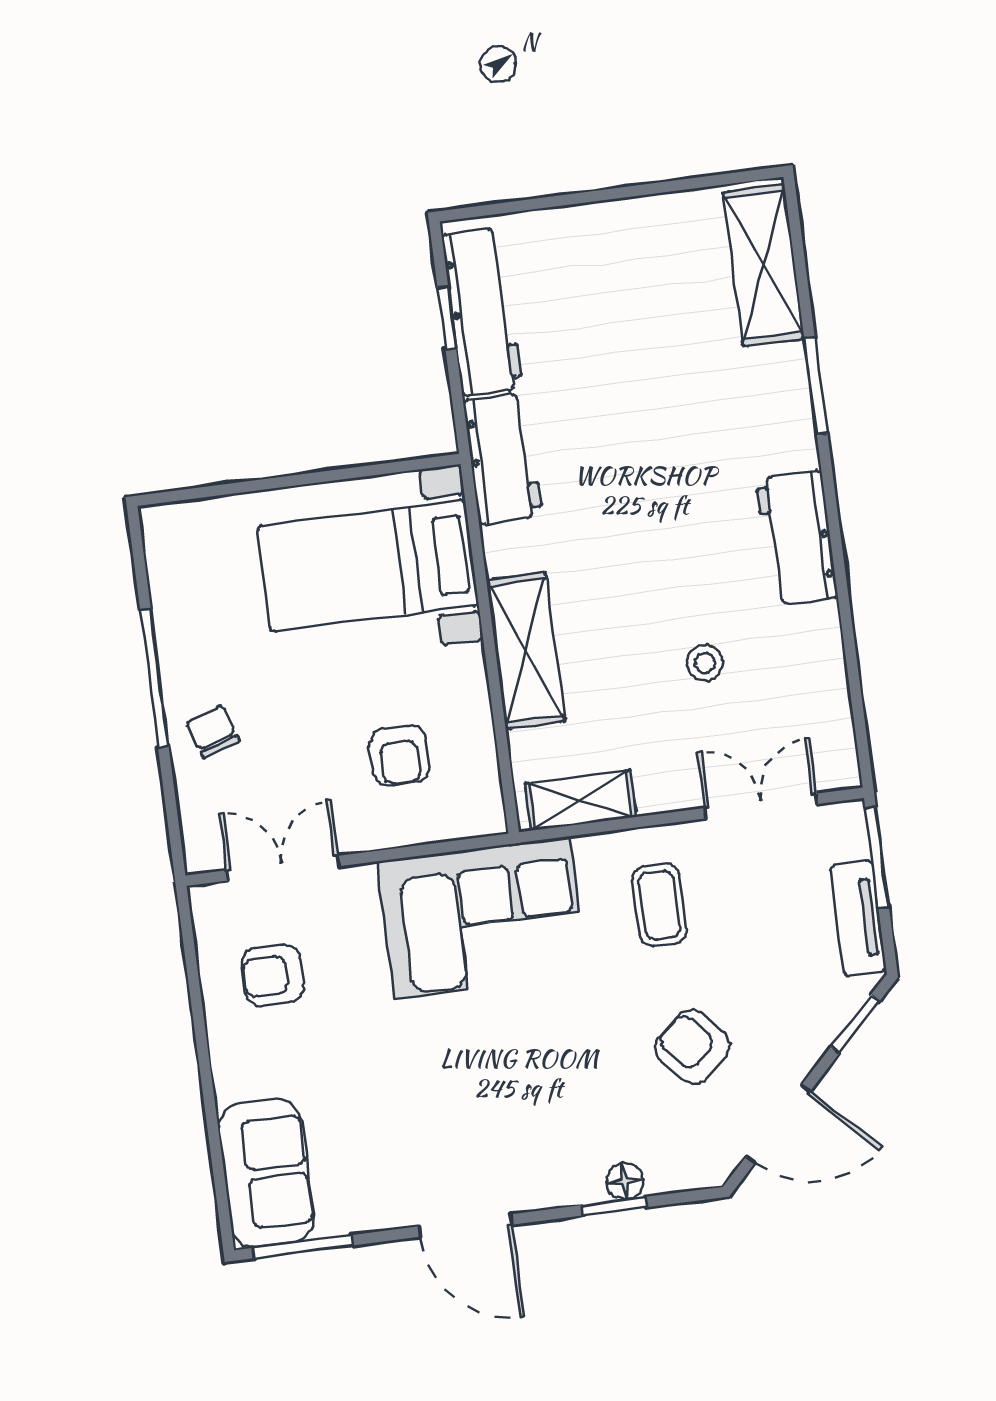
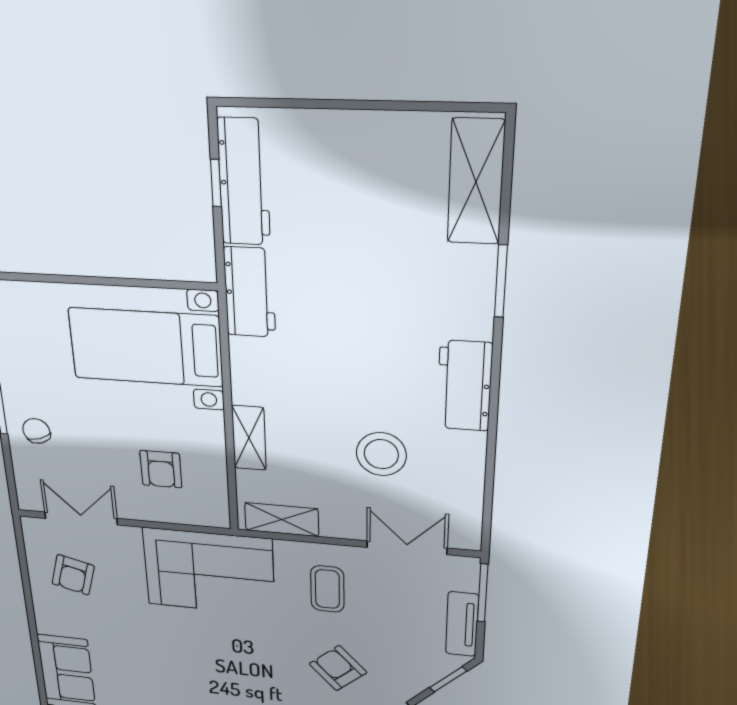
shelving: (526, 651) -> (249, 438), width x0.67, depth x0.75
stool: (705, 663) -> (381, 454), width x1.89, depth x1.89
armchair: (273, 975) -> (73, 575), turned -75

